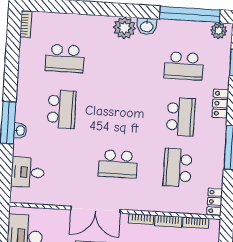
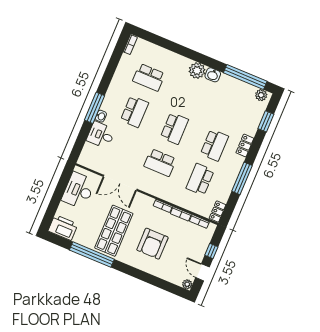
school desk: (184, 66) -> (174, 128), moved, turned -90
desk: (28, 172) -> (101, 135), moved
double door: (96, 210) -> (120, 183), moved

